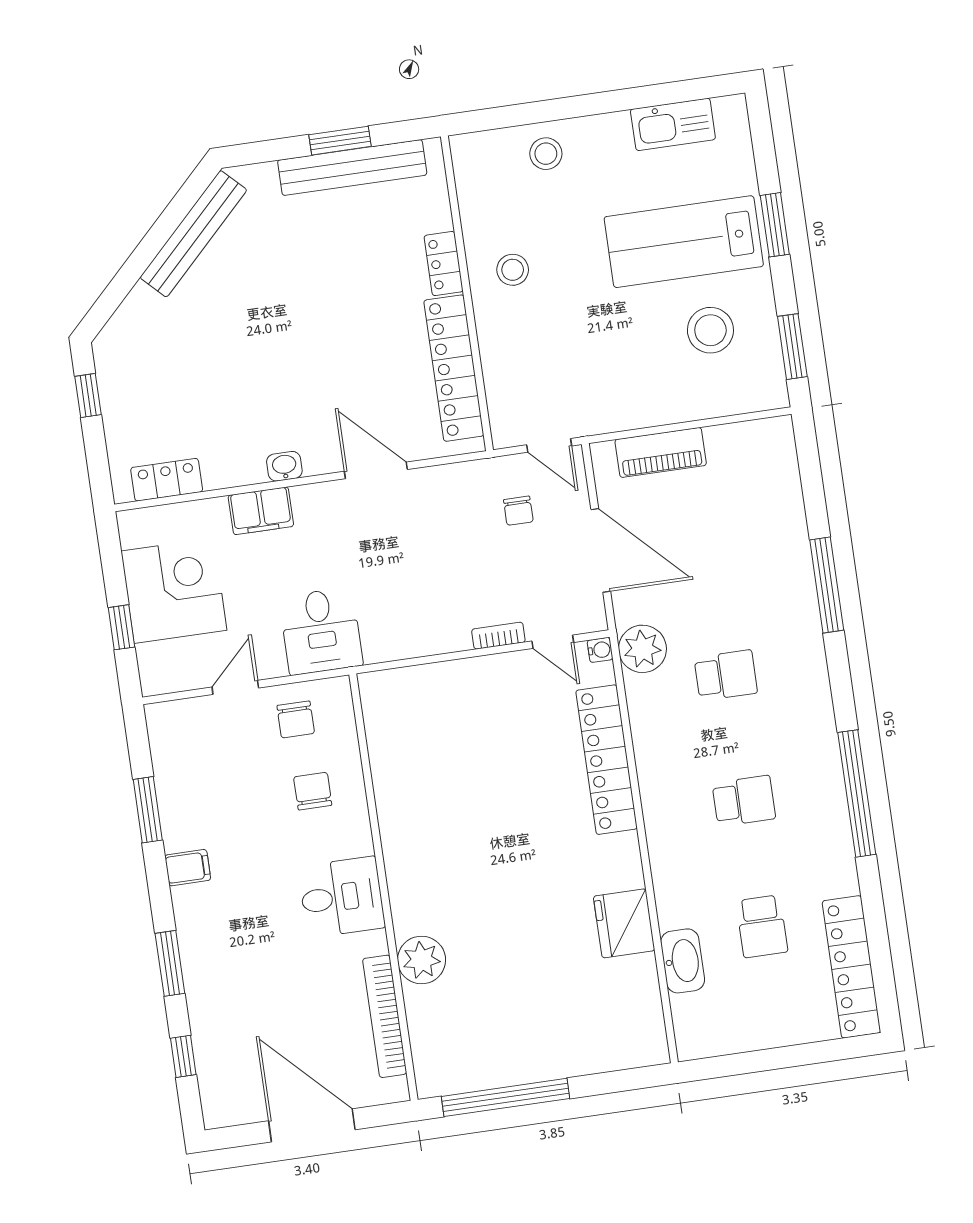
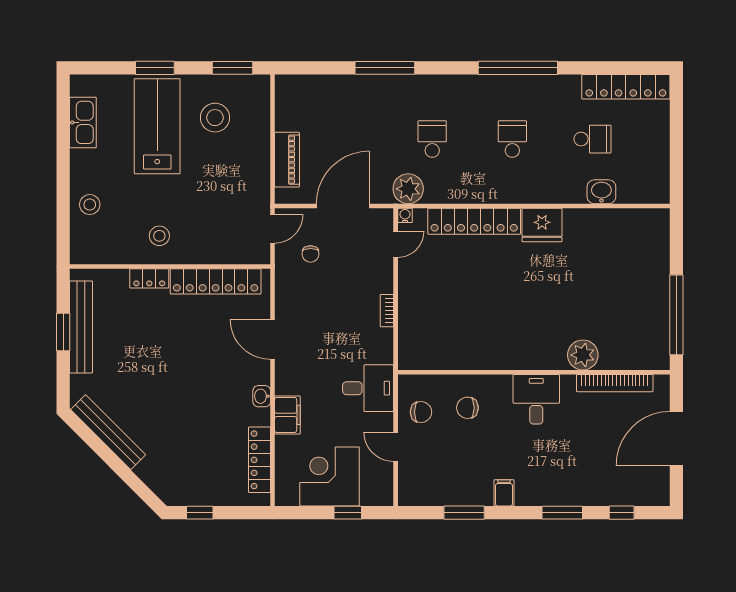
lab bench: (684, 242) -> (157, 126), turned 180
door: (376, 470) -> (273, 339), hinge flipped
locker: (167, 480) -> (259, 460), width x1.53
chair: (518, 511) -> (311, 254), turned 90
bookcase: (498, 636) -> (387, 311), moved
fridge: (624, 923) -> (542, 225), moved
washbasin: (683, 961) -> (601, 192), width x0.72

